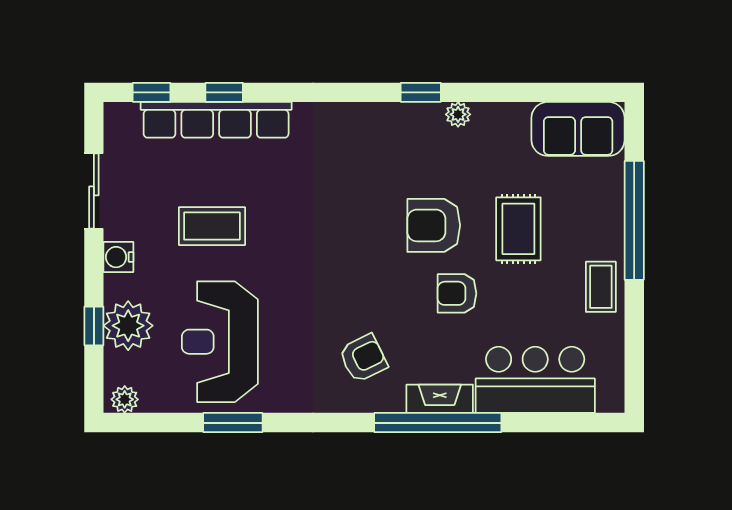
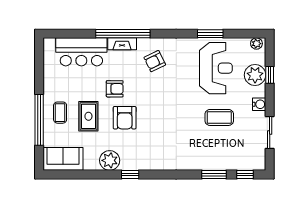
window: (224, 92) -> (214, 174), width x1.50
plant: (458, 114) -> (110, 160), width x1.87, depth x1.87
row of seats: (216, 120) -> (217, 163), removed
armchair: (434, 225) -> (125, 118), turned 90
coffee table: (601, 287) -> (60, 113), moved

